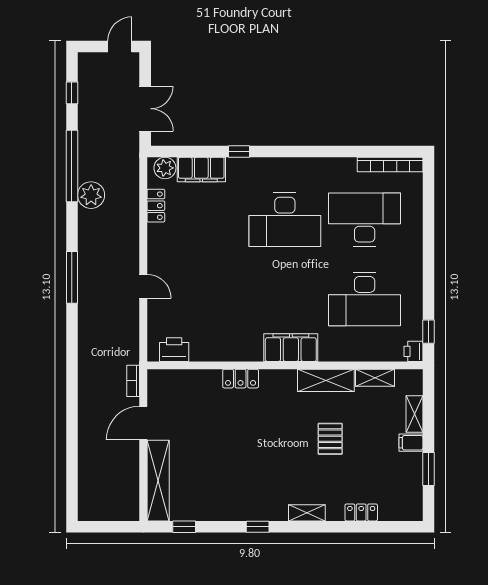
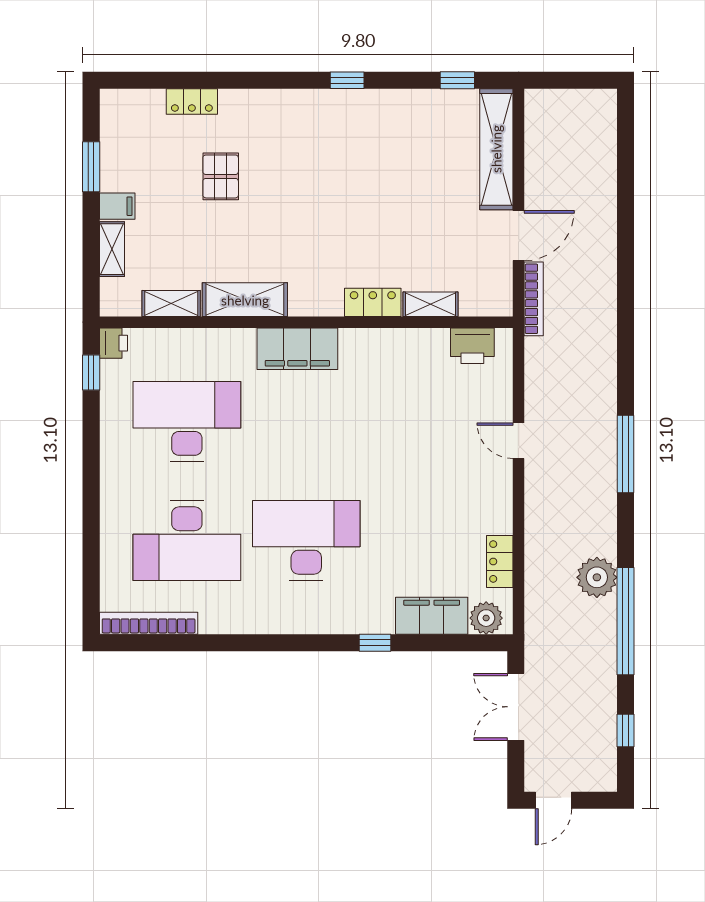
bookcase: (133, 381) -> (534, 299), width x1.56
pallet: (330, 439) -> (221, 176), moved
shelving: (307, 513) -> (431, 304), moved

